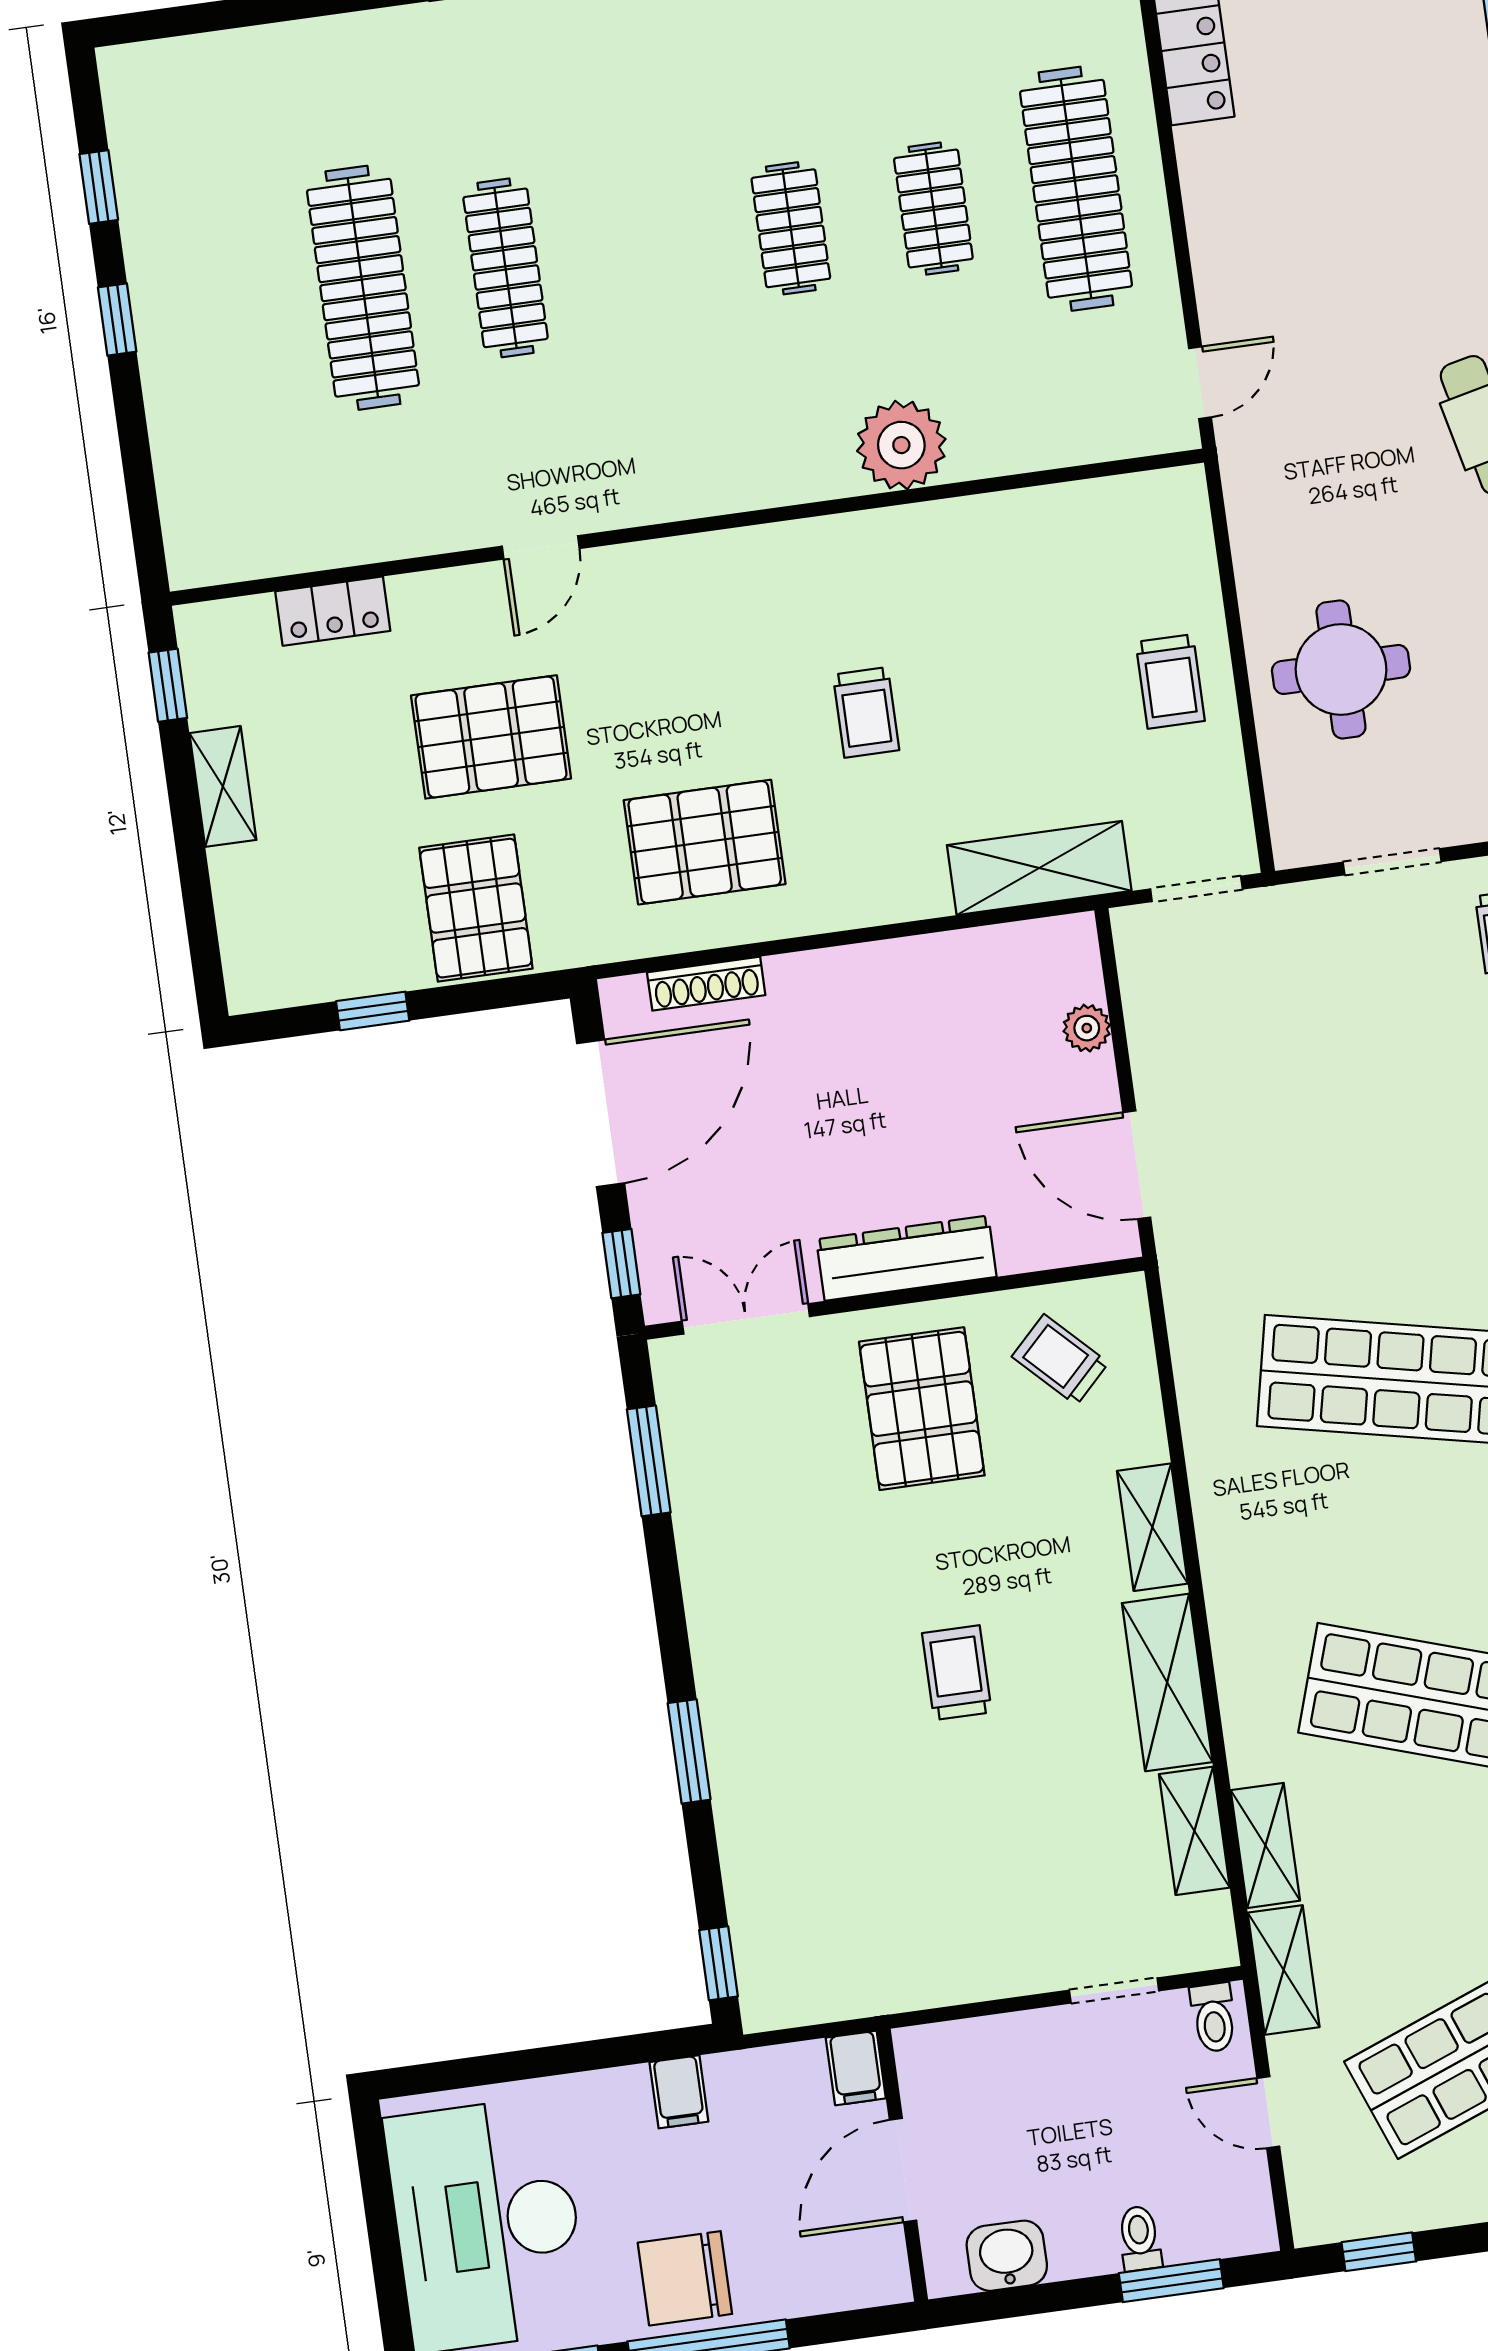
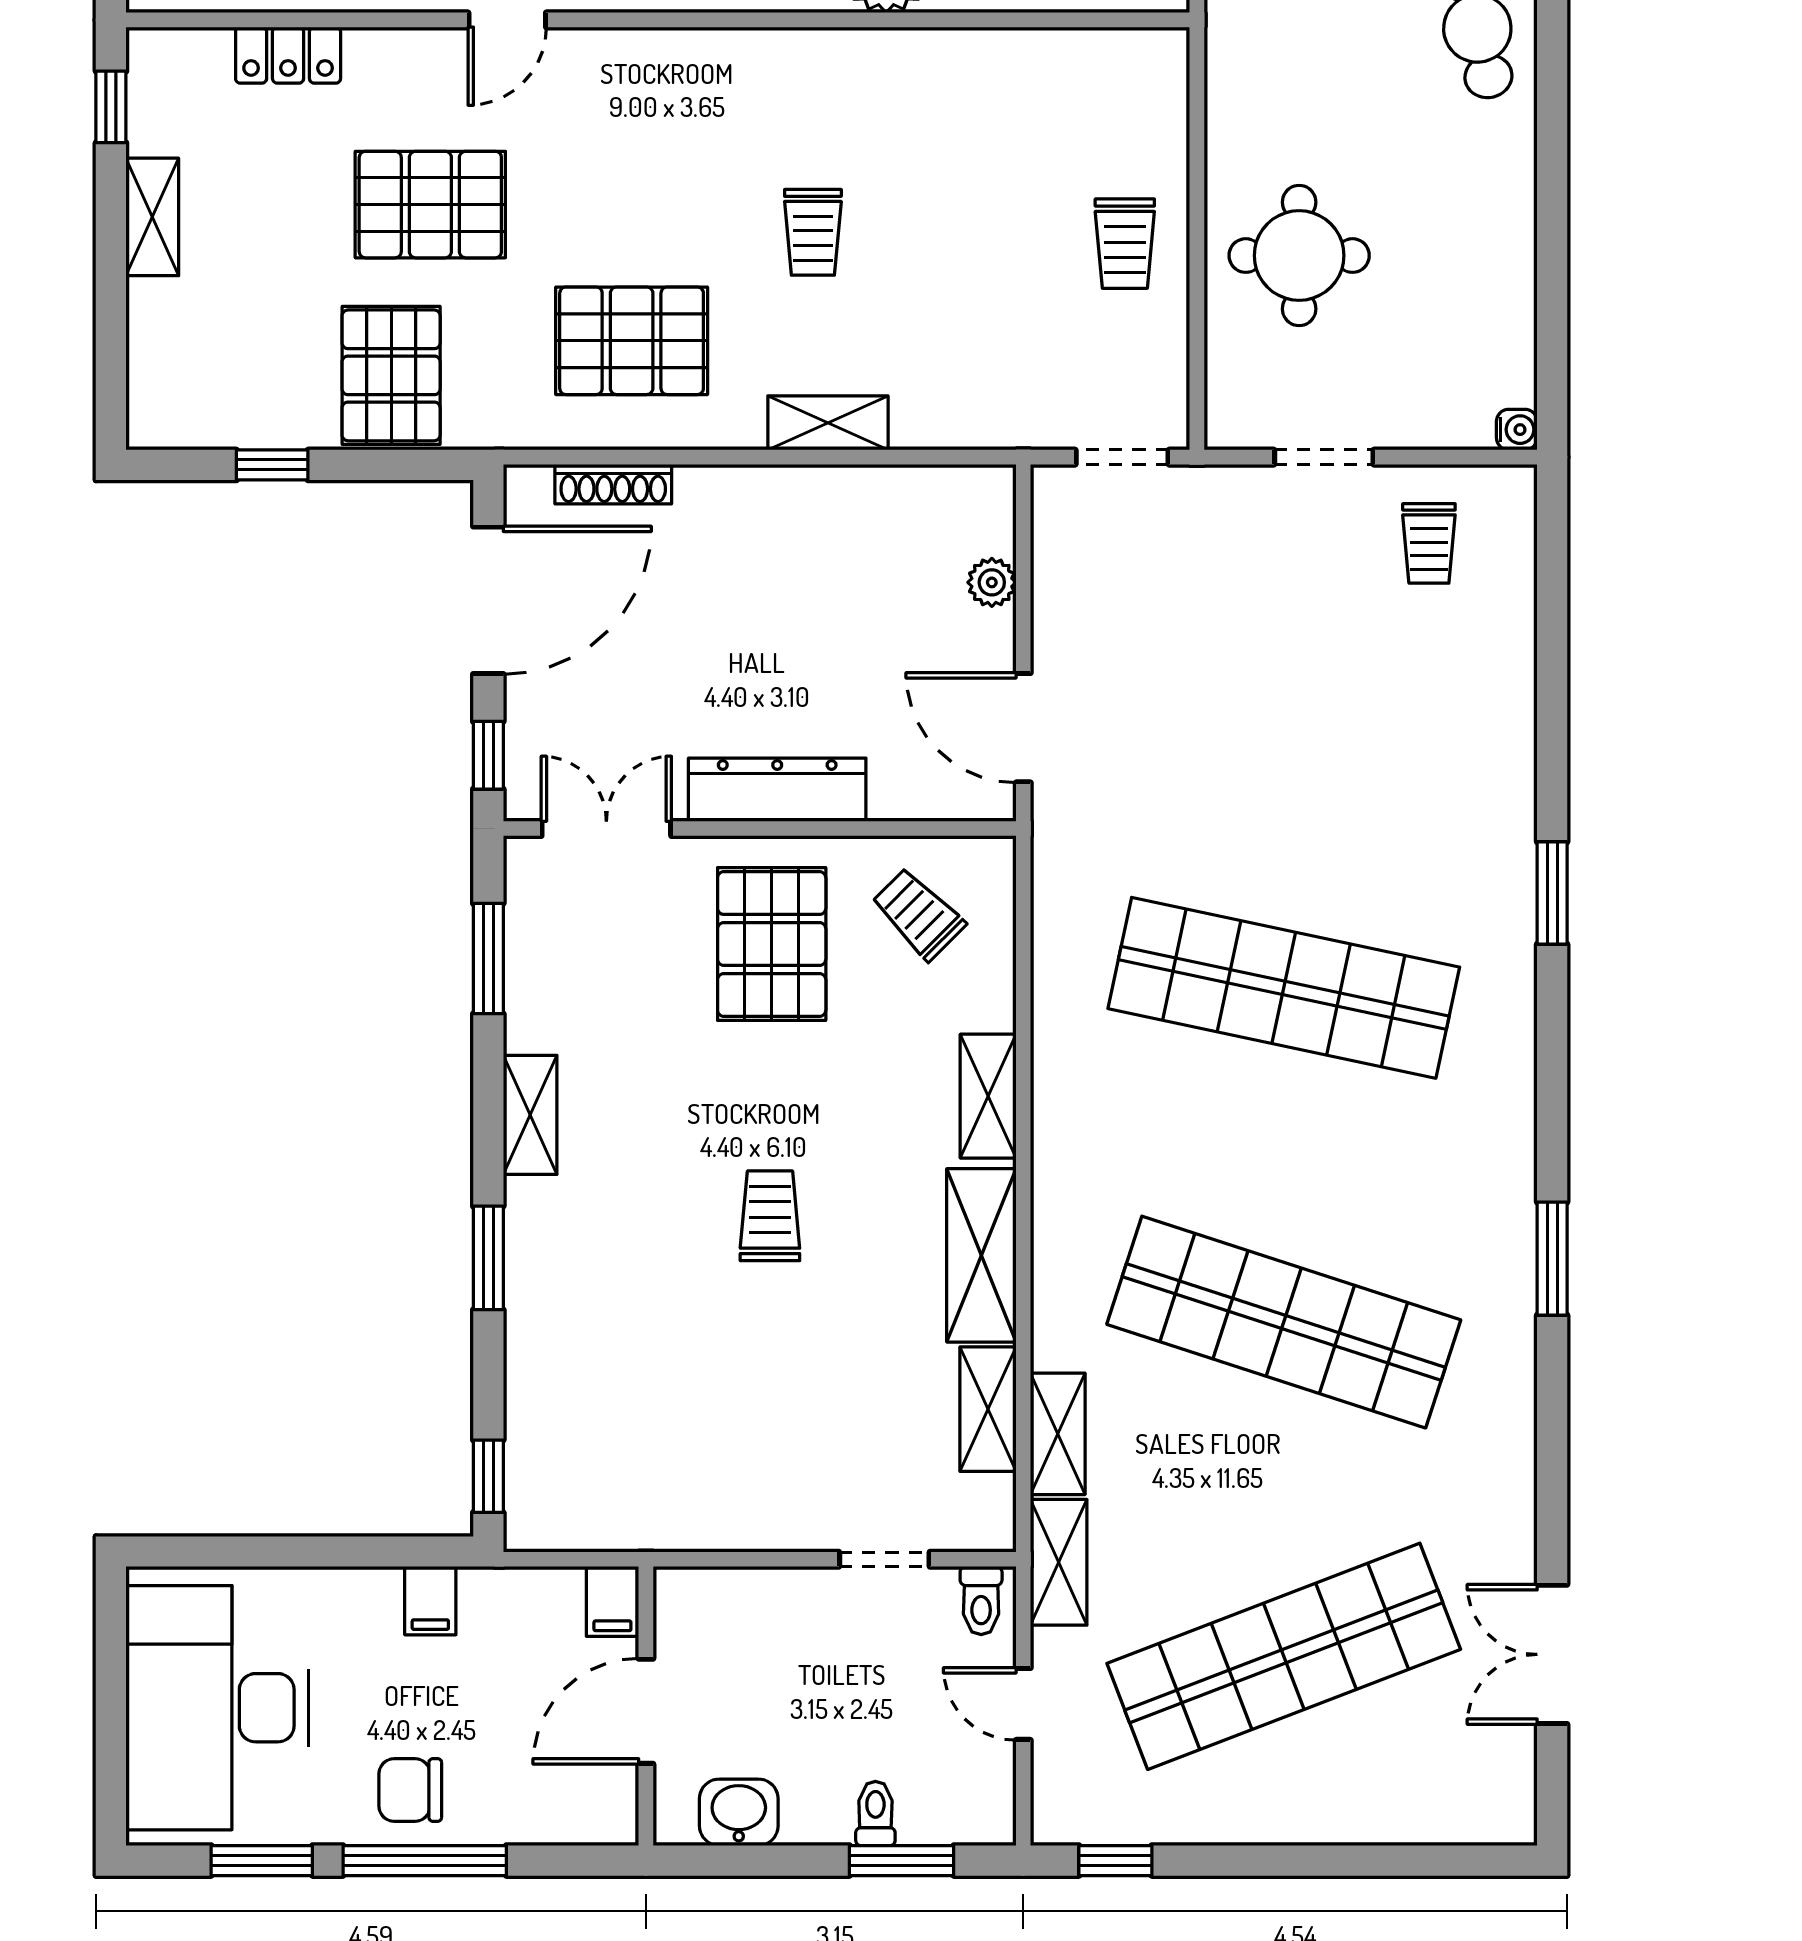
shelving: (1039, 868) -> (828, 423), moved, width x0.67, depth x0.75
shelving: (710, 1607) -> (530, 1115), added
chair: (685, 2278) -> (410, 1790), width x0.73, depth x0.73

